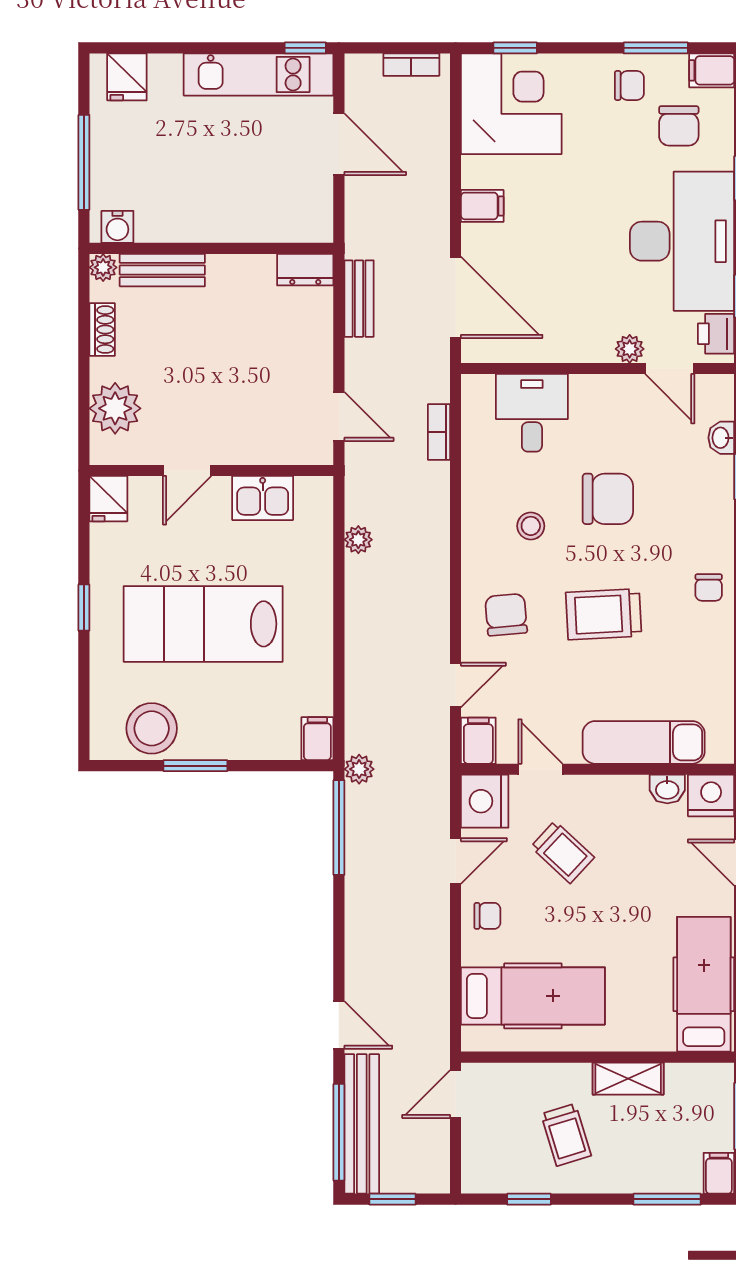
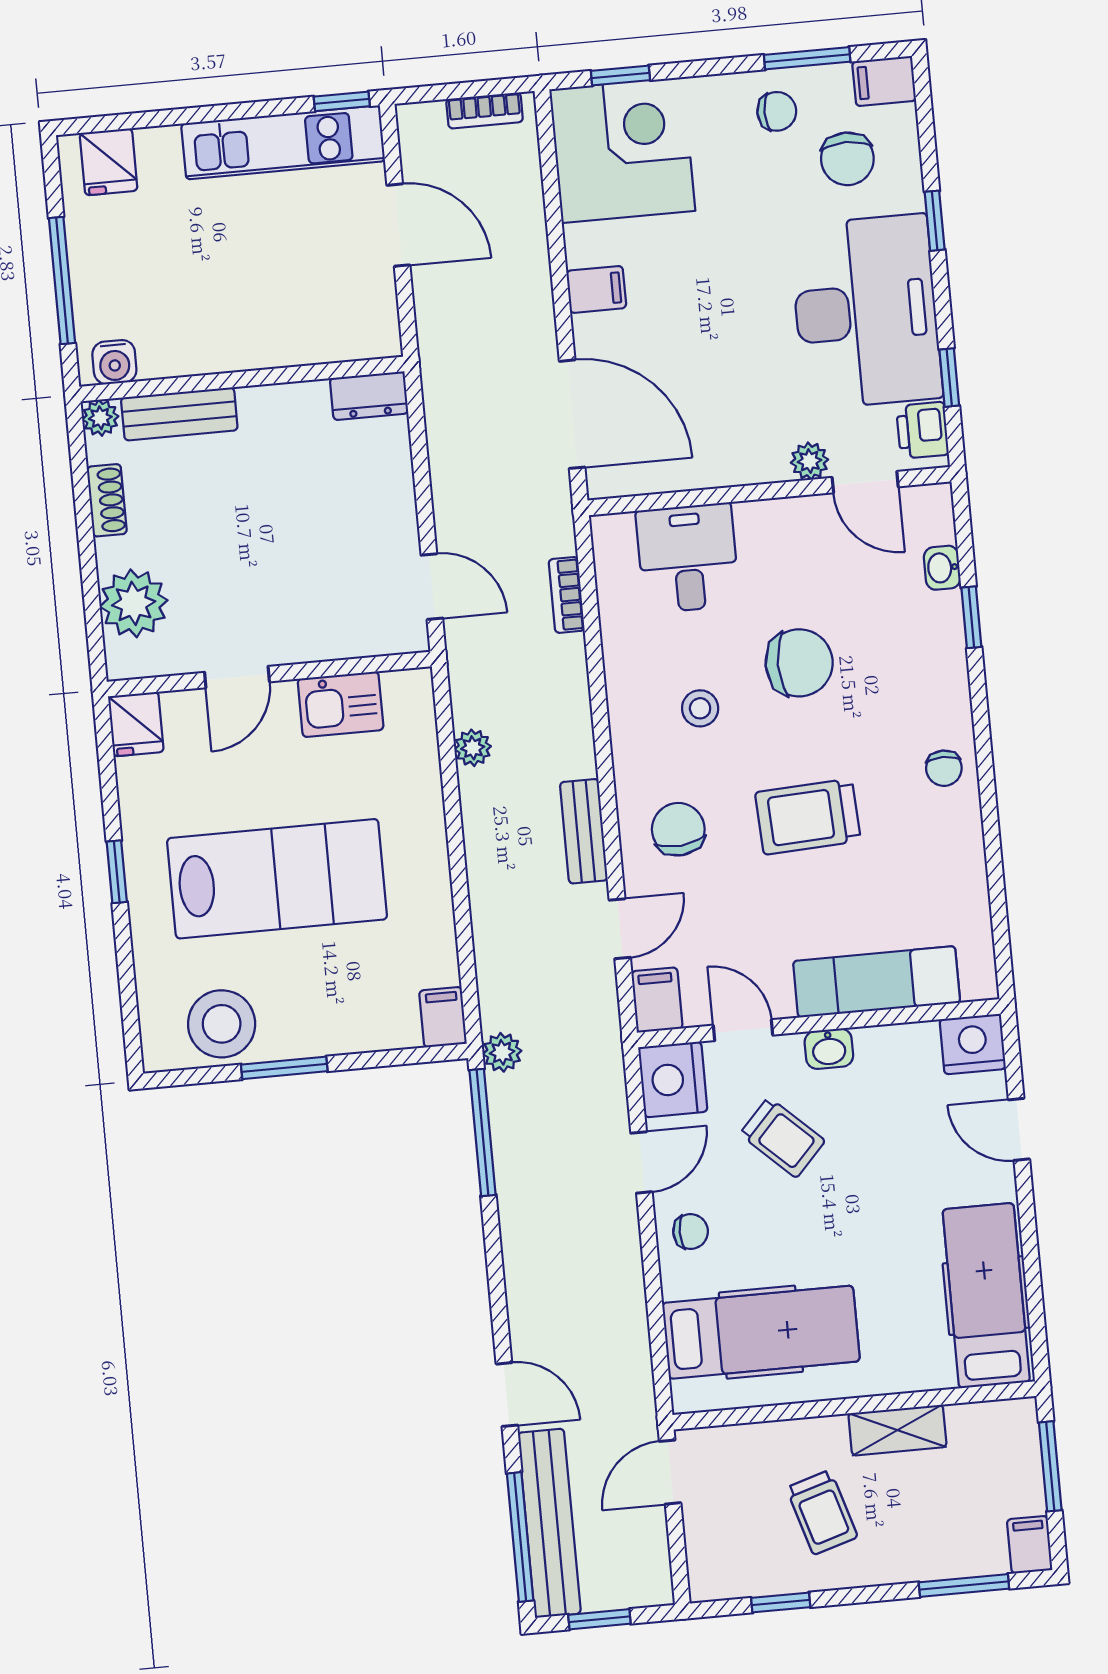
bench: (359, 299) -> (584, 831), moved
lab bench: (203, 624) -> (277, 879), turned 180
washbasin: (667, 789) -> (829, 1049), moved

